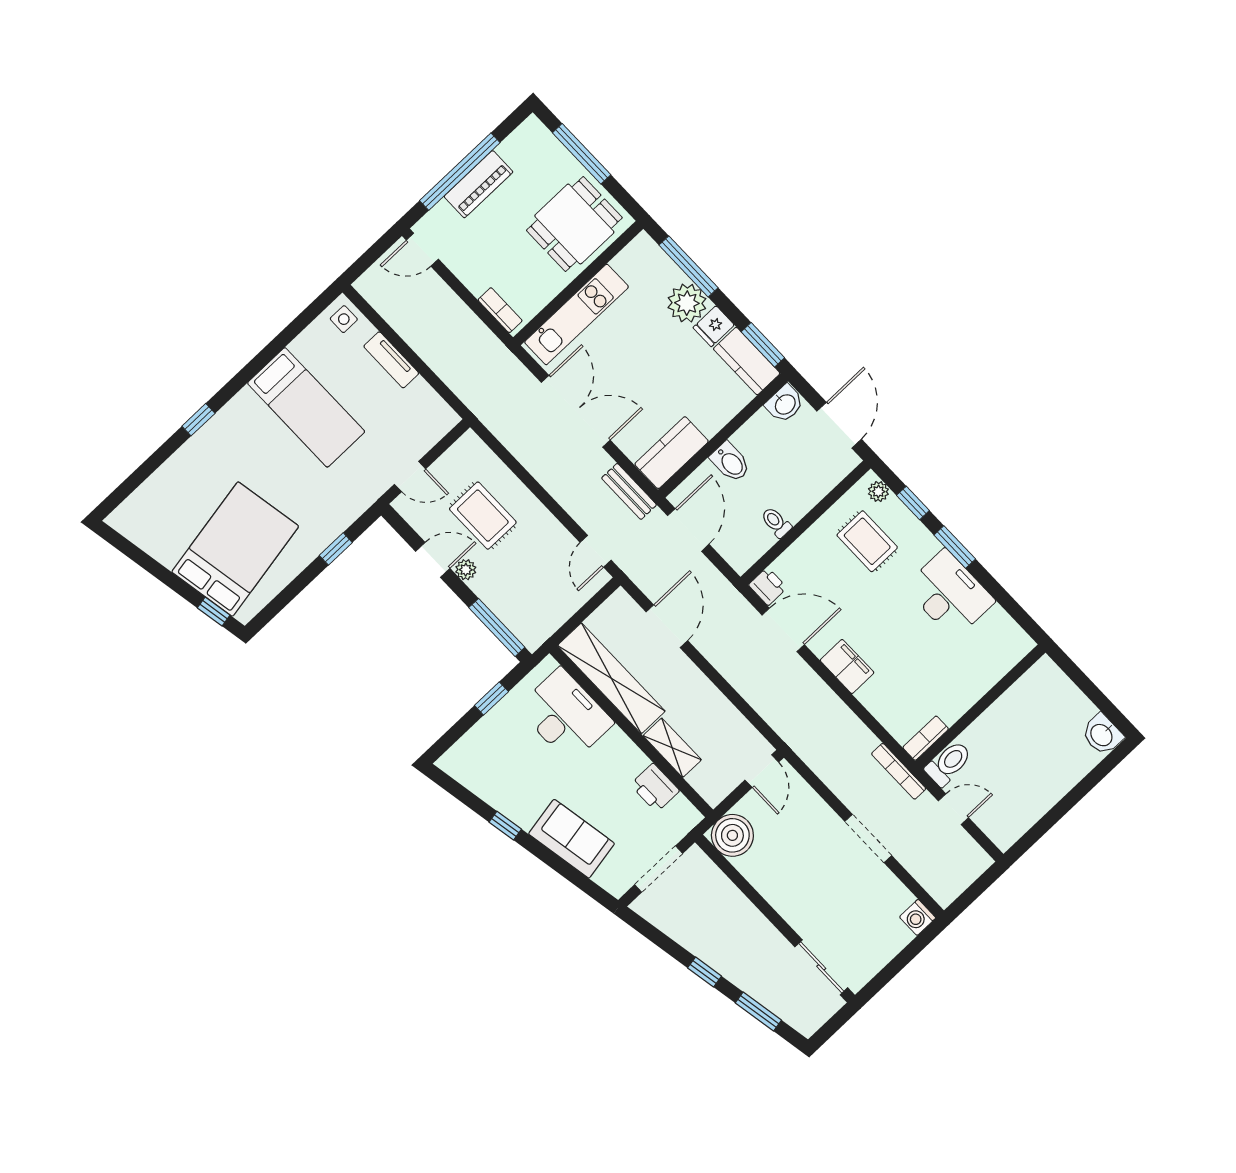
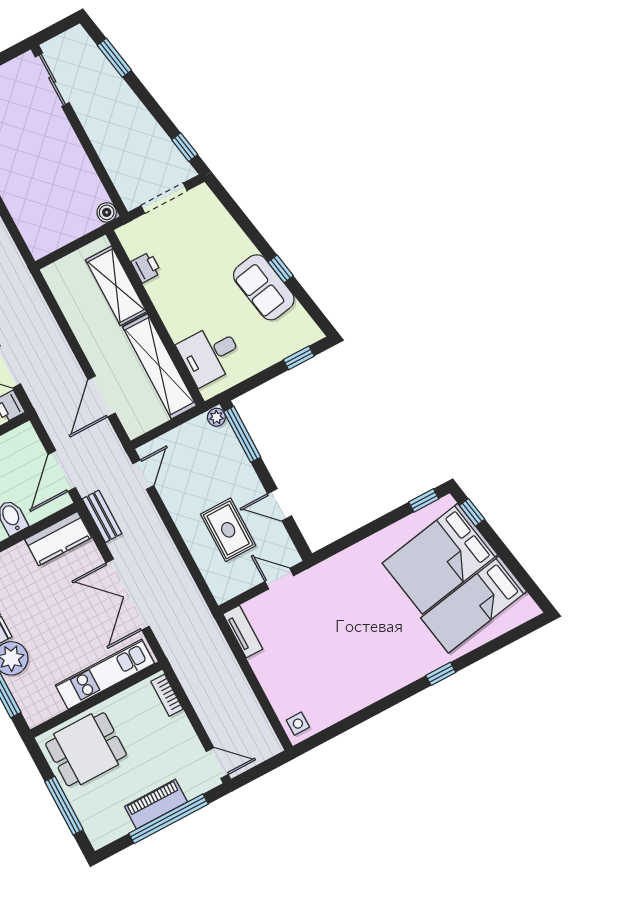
tv unit: (391, 360) -> (243, 631), moved
bed: (306, 407) -> (474, 605), moved, turned -100
window: (336, 549) -> (424, 500), moved
plant: (466, 570) -> (216, 417), moved
window: (491, 698) -> (299, 358), moved
desk: (565, 715) -> (210, 354), width x0.73
shelving: (672, 748) -> (116, 286), width x1.50, depth x1.33
door: (762, 771) -> (57, 255), removed
printer: (655, 788) -> (146, 267), width x0.73, depth x0.81
boiler: (732, 835) -> (107, 212), width x0.54, depth x0.54
sofa: (572, 839) -> (264, 287), moved
window: (705, 972) -> (185, 147), moved

